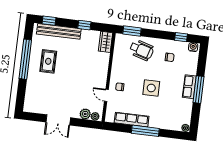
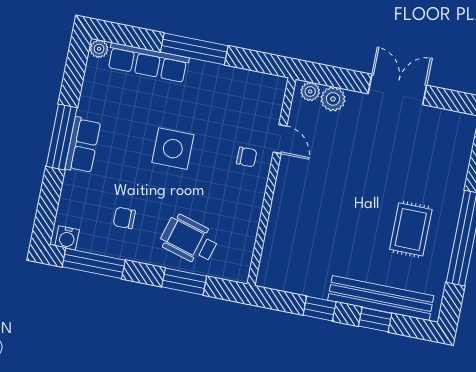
window: (49, 21) -> (375, 320), moved
window: (132, 31) -> (184, 282), moved
window: (181, 37) -> (94, 263), width x2.17
wardrobe: (106, 42) -> (273, 265), removed
row of seats: (132, 120) -> (148, 62), moved

